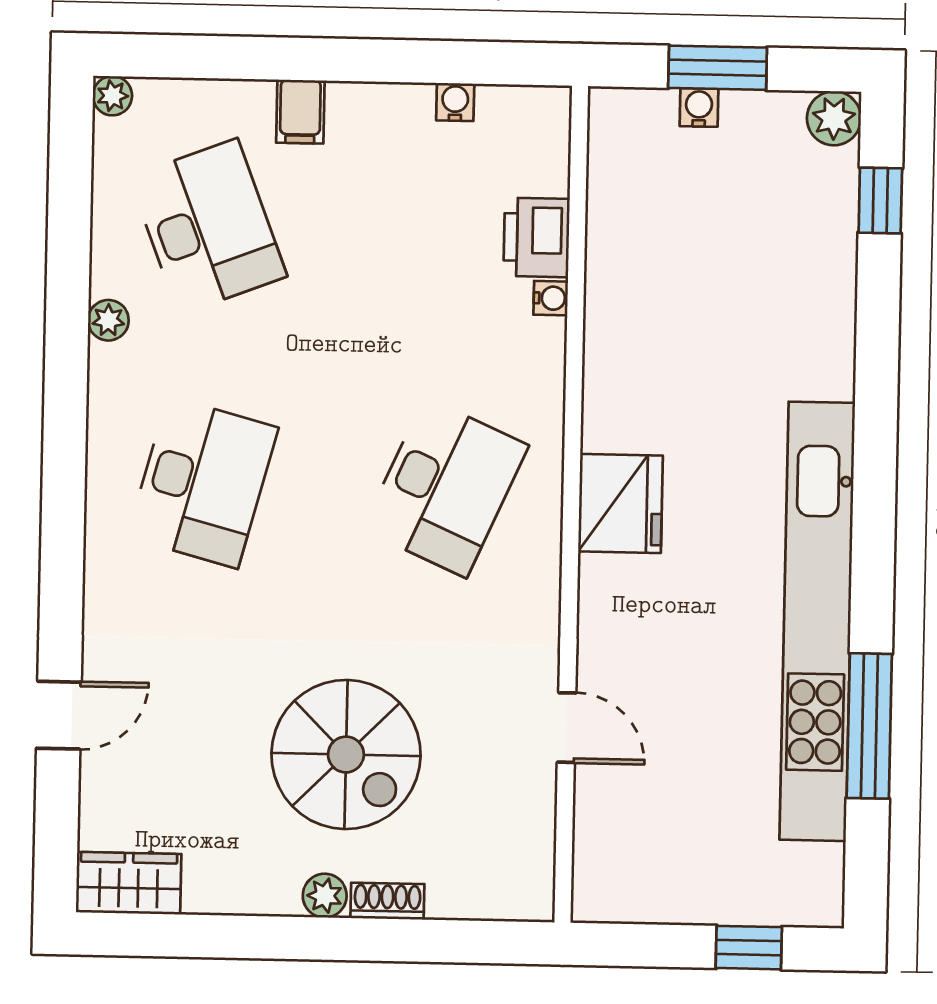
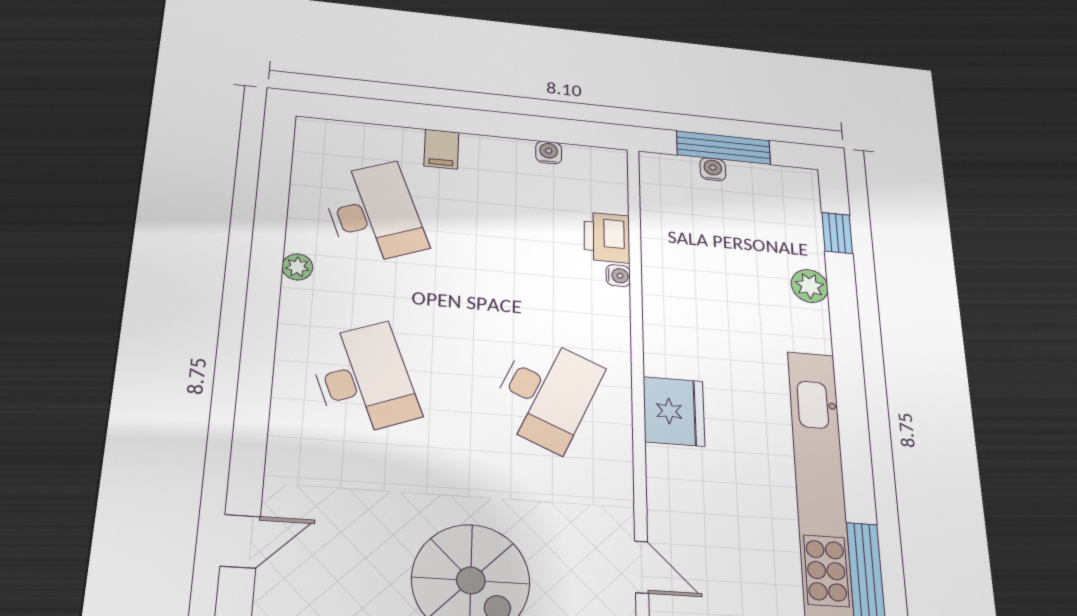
window: (718, 68) -> (723, 148), width x1.44
plant: (112, 96) -> (309, 129), removed
plant: (834, 118) -> (810, 286), moved
desk: (203, 482) -> (364, 379), turned -36

